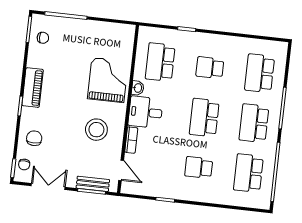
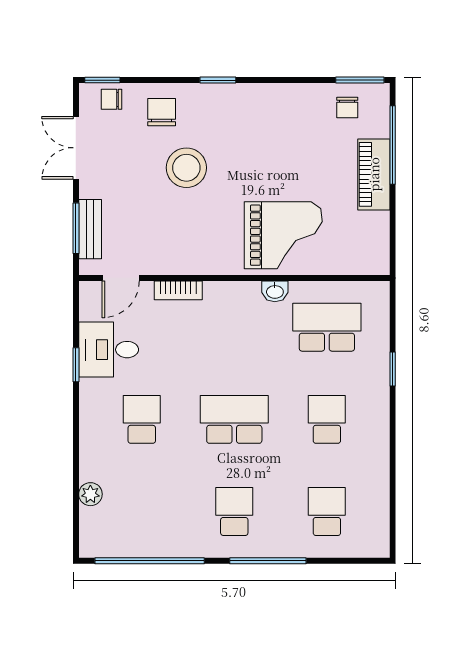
school desk: (260, 73) -> (327, 512), width x0.54
piano: (33, 88) -> (374, 174), moved, turned 90
desk: (145, 112) -> (109, 350), moved, turned -90
school desk: (254, 123) -> (234, 512), width x0.54
stool: (96, 130) -> (186, 168), moved
chair: (34, 138) -> (162, 112), turned -90
school desk: (248, 173) -> (142, 512), removed
double door: (48, 187) -> (76, 148), swing flipped
plant: (236, 200) -> (90, 494), added

